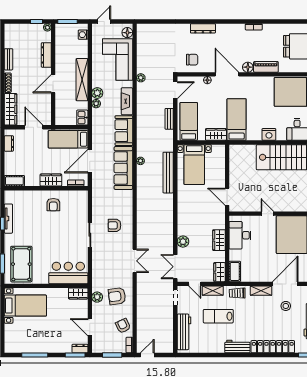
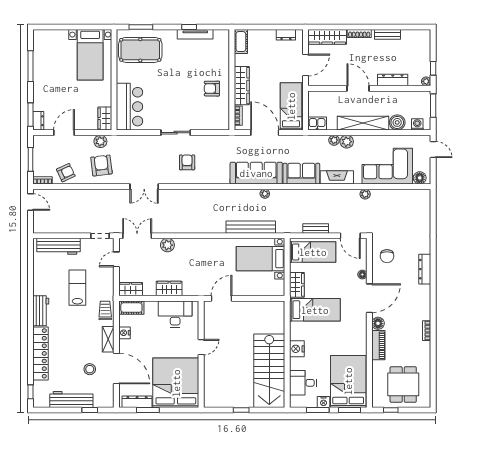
boiler: (81, 51) -> (397, 122), added
wardrobe: (51, 180) -> (242, 86), width x1.50
nightstand: (256, 277) -> (124, 333), added
shelving: (213, 291) -> (108, 281), removed

